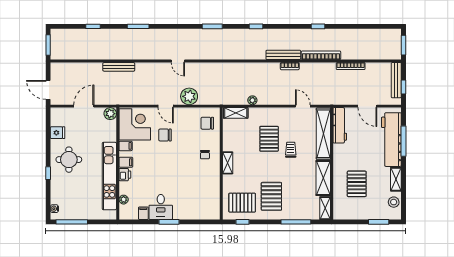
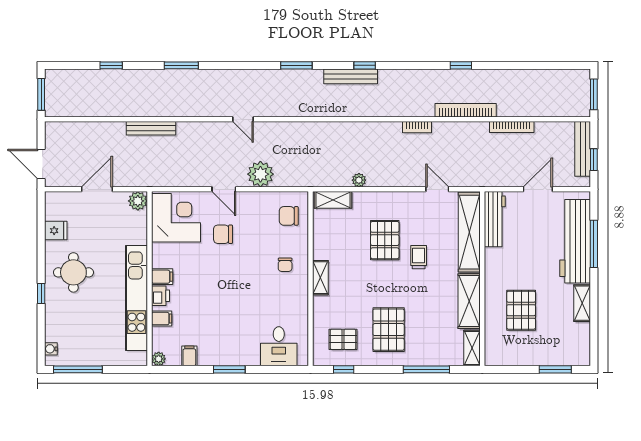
bench: (283, 55) -> (351, 76), moved
door: (367, 106) -> (538, 189), swing flipped
filing cabinet: (126, 146) -> (162, 319), moved
plant: (124, 200) -> (159, 359), moved
stool: (394, 202) -> (579, 339), removed
pallet: (242, 203) -> (343, 339), width x0.67, depth x0.71
desk: (161, 207) -> (279, 346), moved

